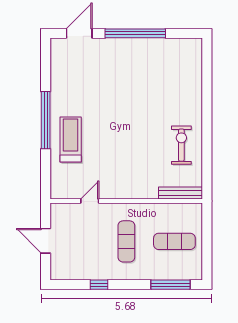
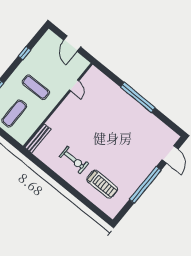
treadmill: (71, 140) -> (102, 184), moved
exercise bike: (181, 145) -> (74, 160), moved
door: (46, 241) -> (72, 44), swing flipped

